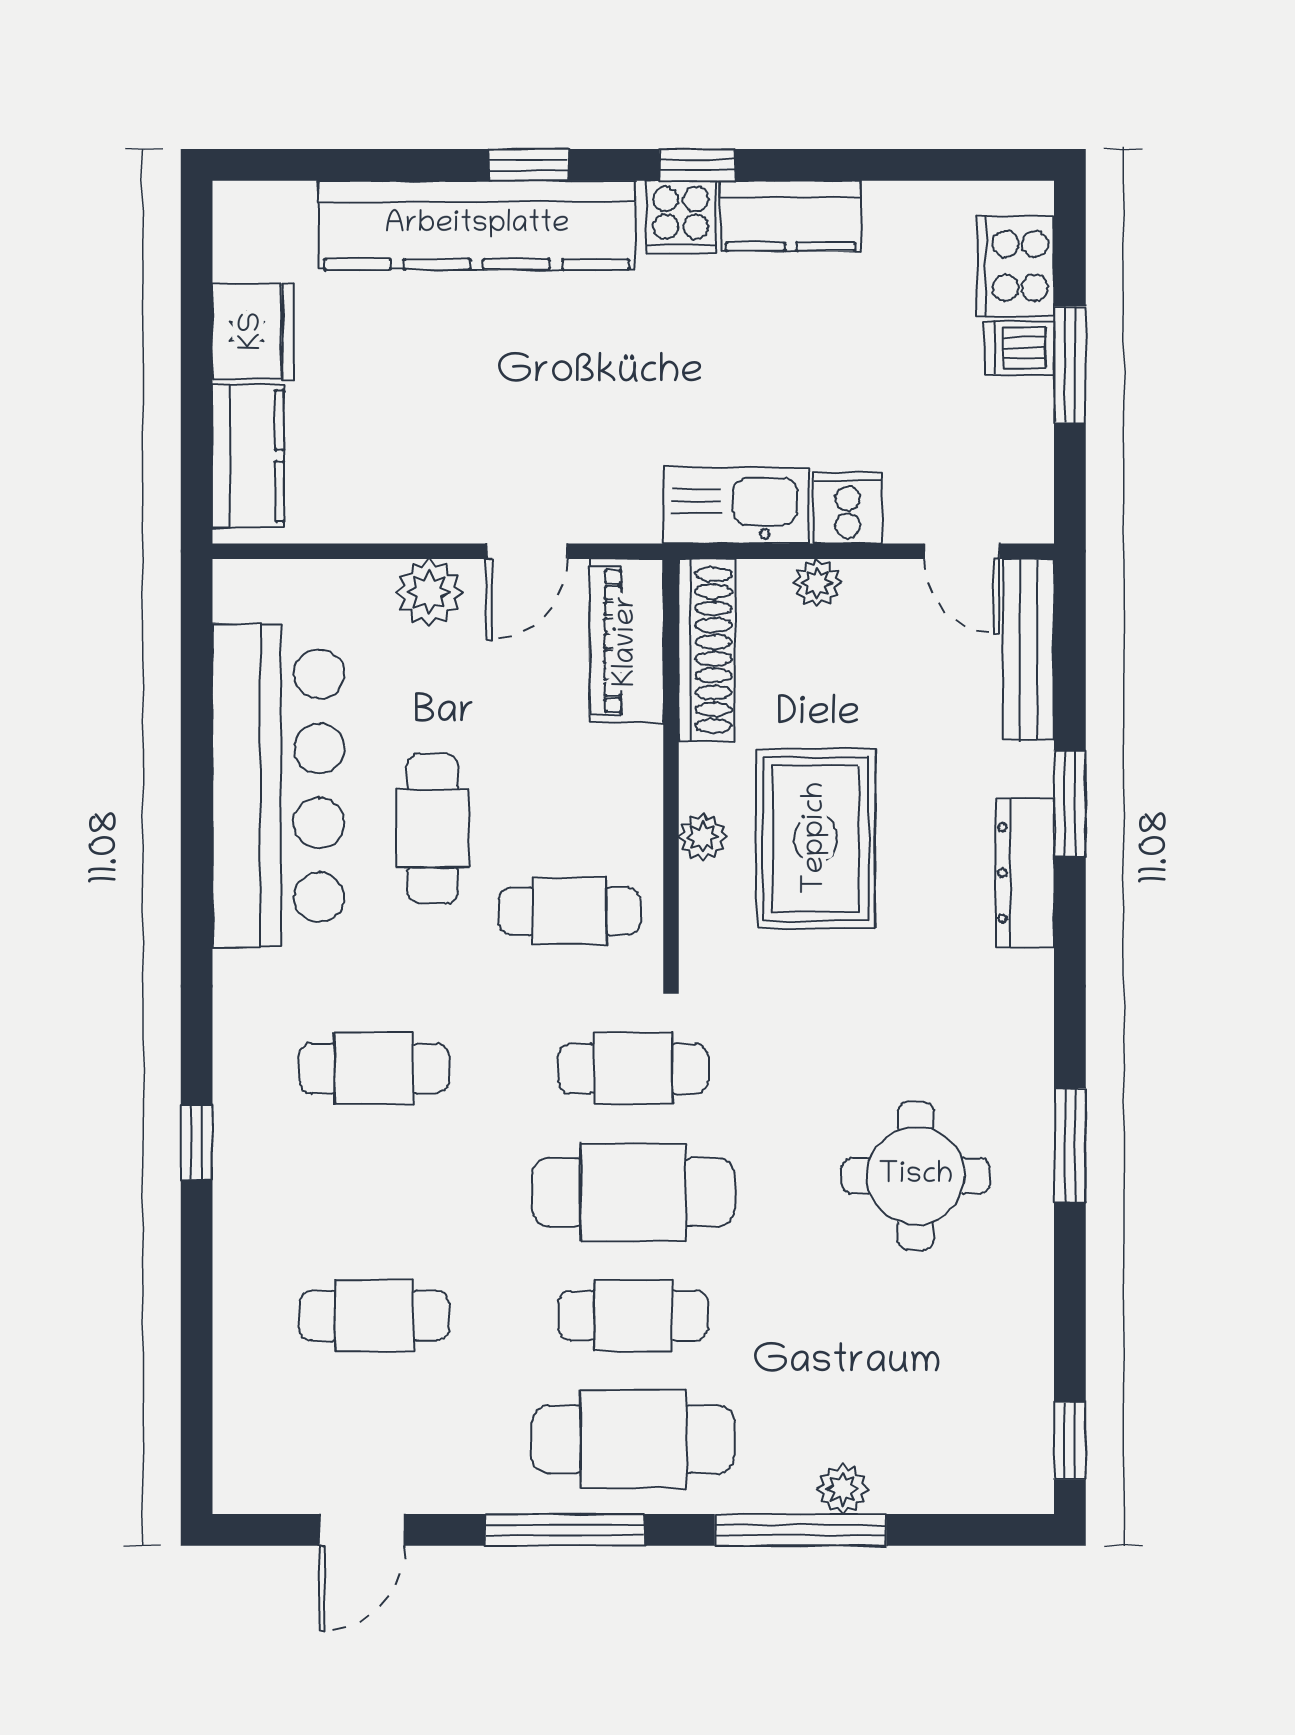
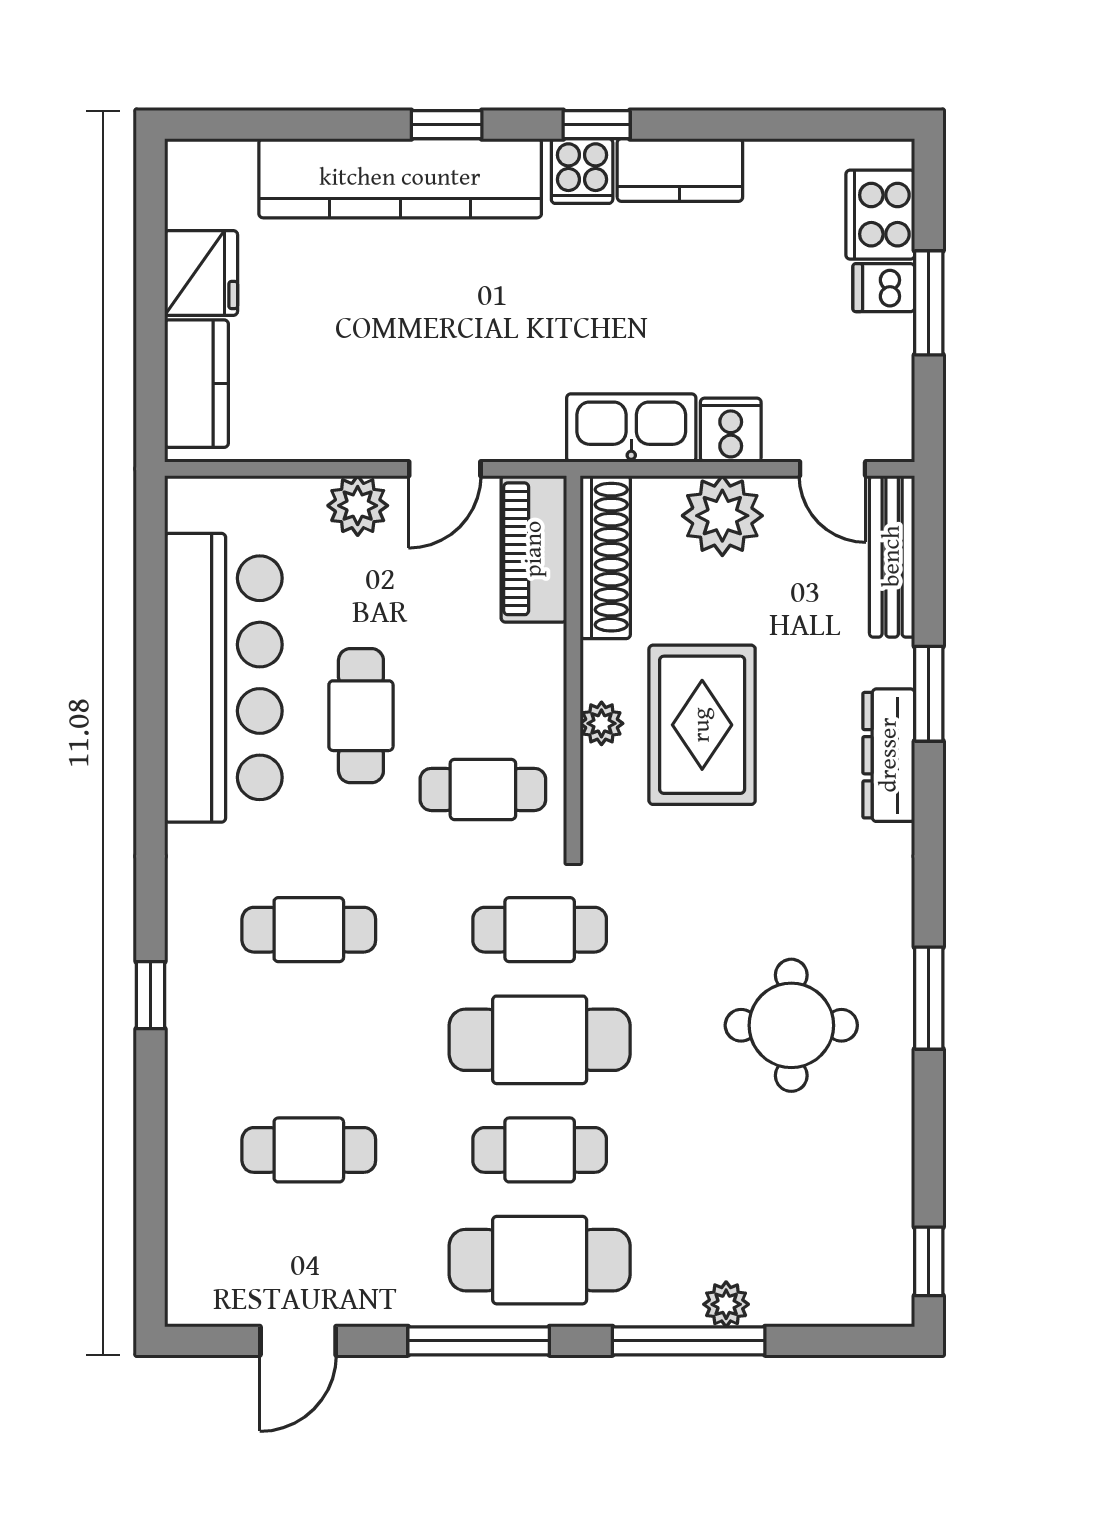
plant: (817, 583) -> (722, 516), width x1.88, depth x1.88

